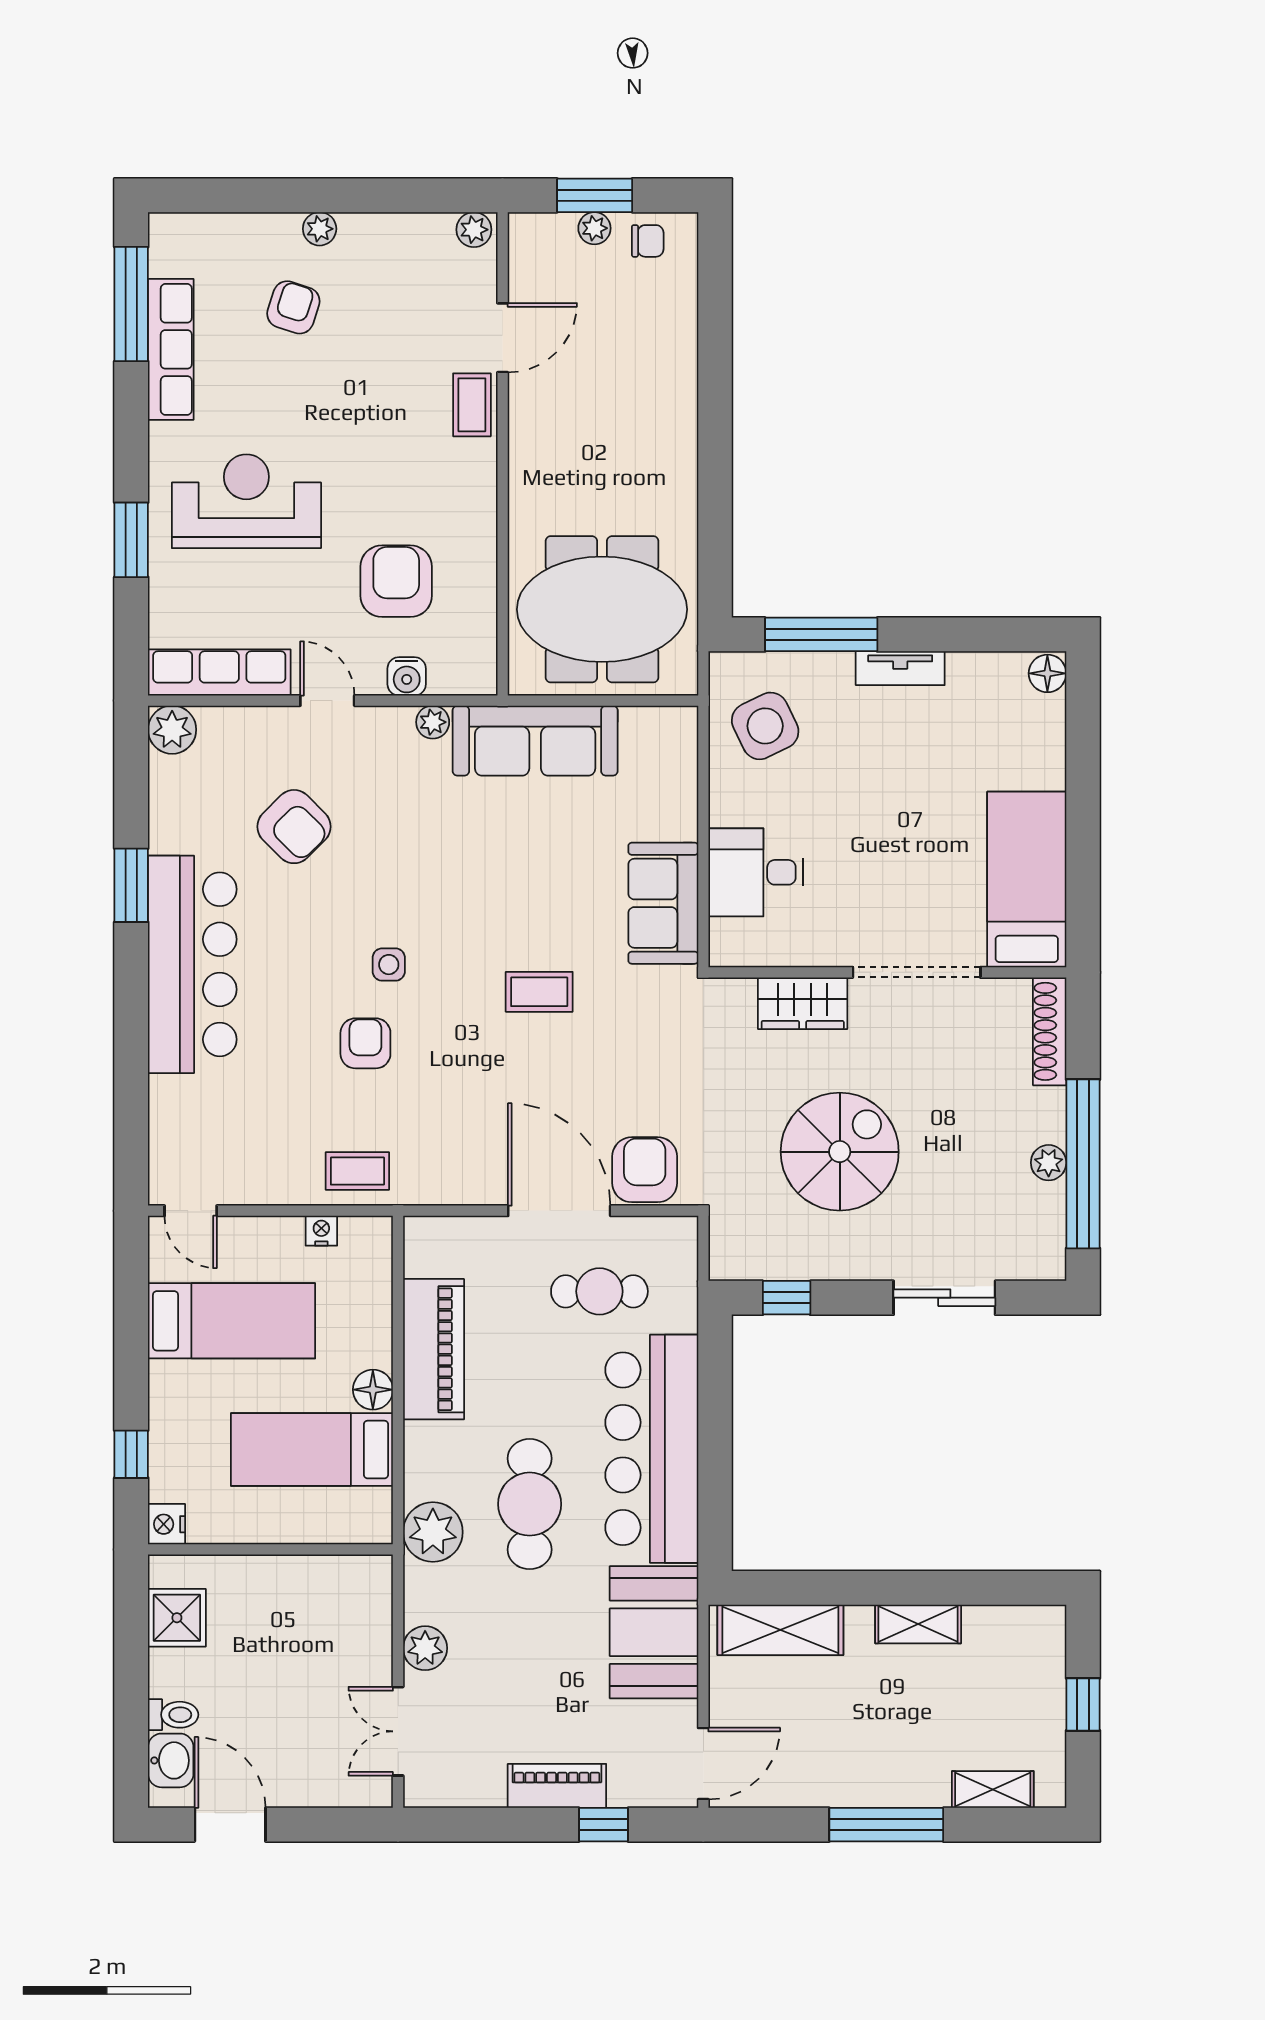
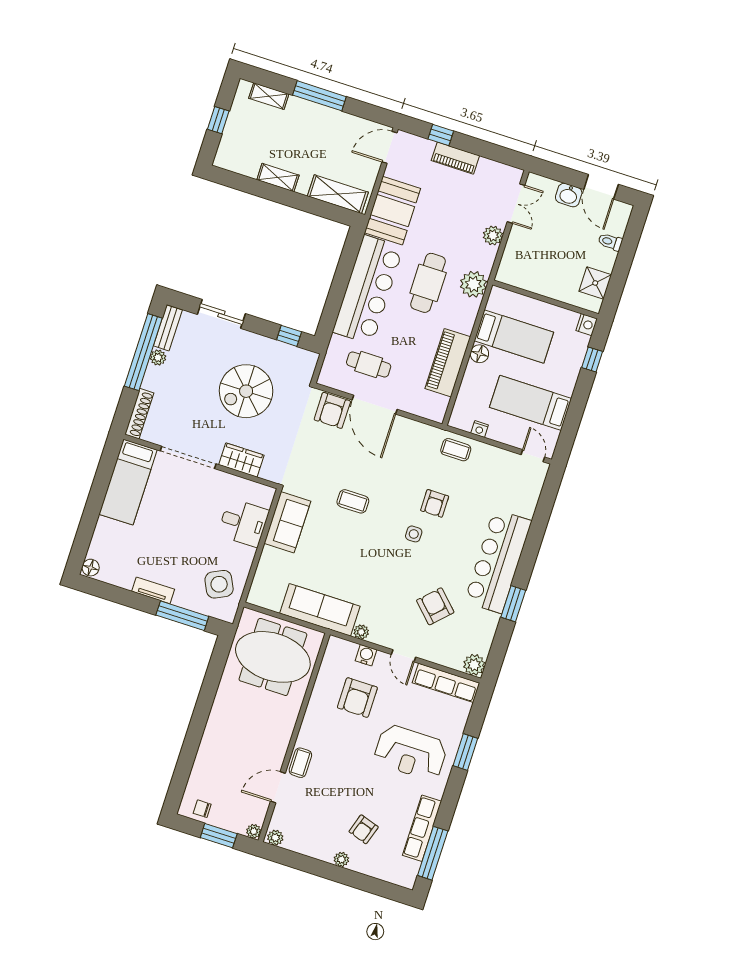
plant: (594, 228) -> (254, 831), moved
bench: (1048, 1232) -> (168, 328), added
washbasin: (171, 1760) -> (569, 195), moved, turned -90

